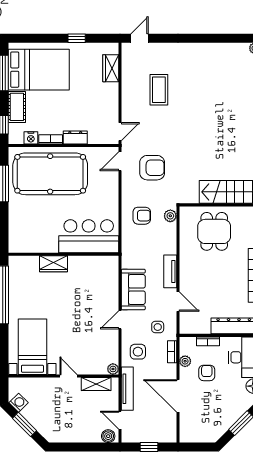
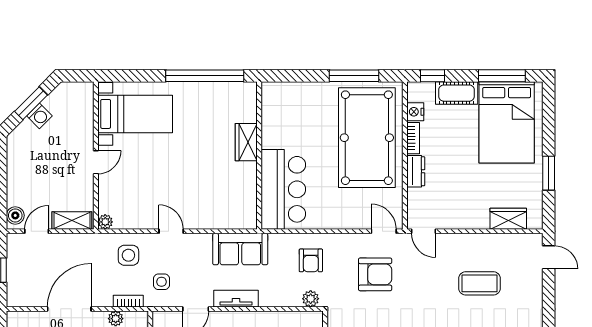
window: (77, 38) -> (549, 173), width x1.50
armchair: (152, 168) -> (375, 274), turned -90
sofa: (133, 289) -> (240, 249), moved
shelving: (96, 384) -> (72, 220), moved, turned 90
tv unit: (127, 389) -> (79, 241), removed
washing machine: (19, 403) -> (39, 116), moved

